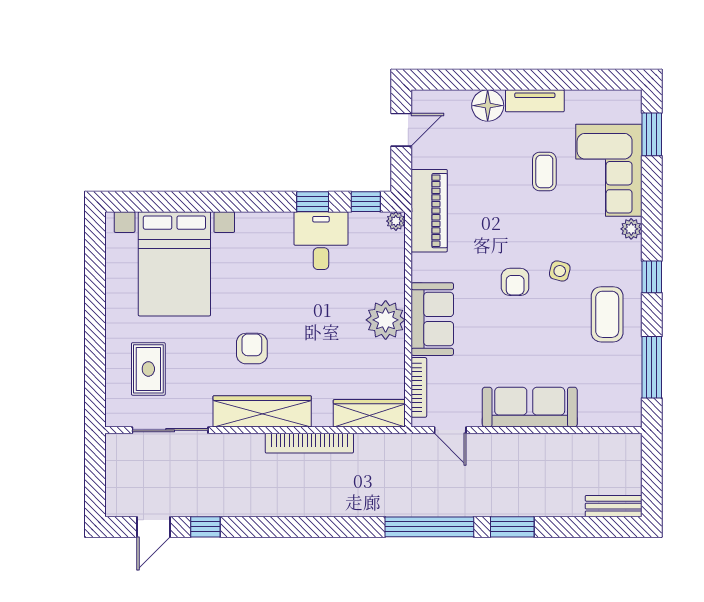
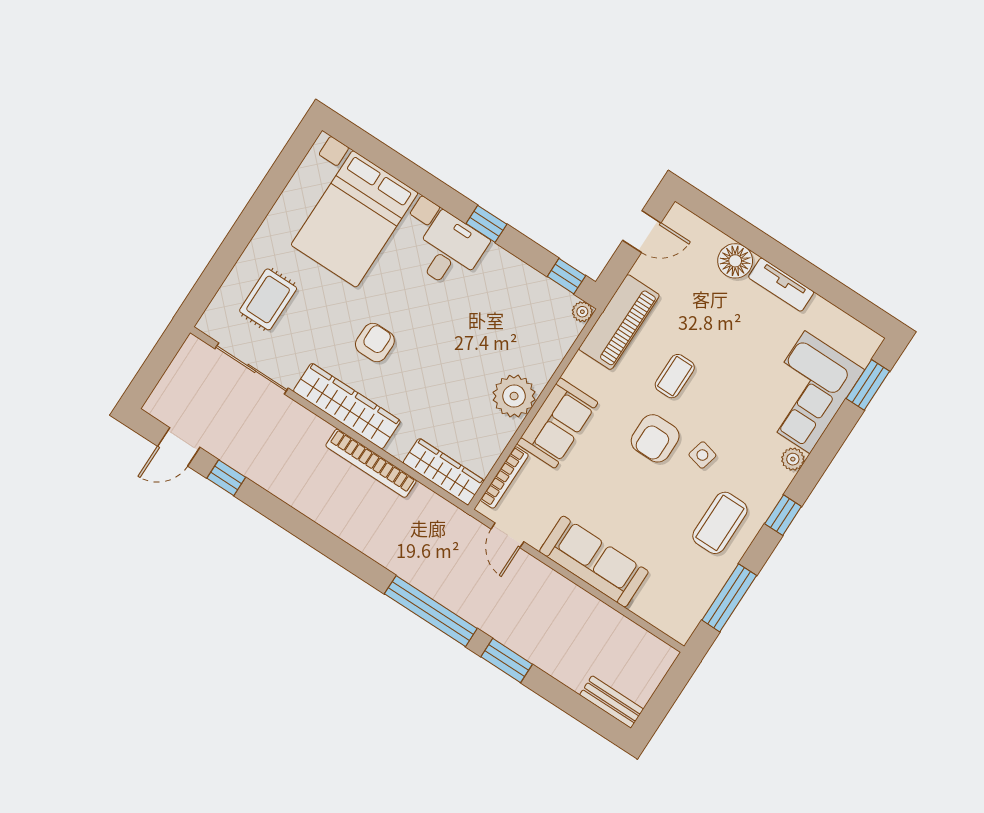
coffee table: (544, 172) -> (675, 376), moved
window: (313, 202) -> (486, 224), moved
desk: (321, 241) -> (450, 251), moved
armchair: (515, 282) -> (655, 438), width x1.38, depth x1.38

